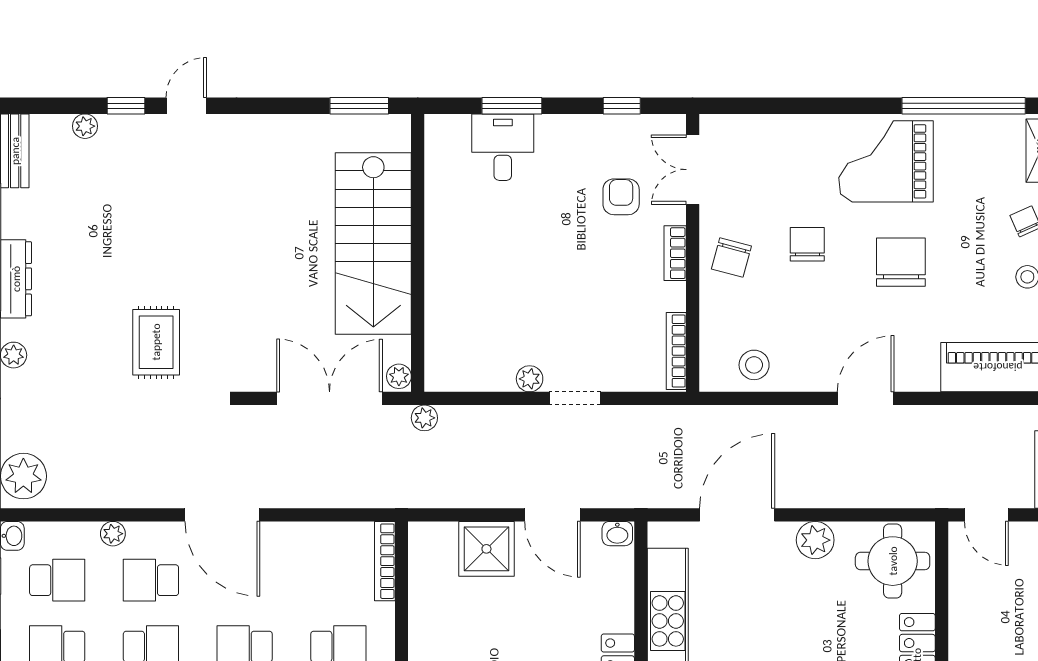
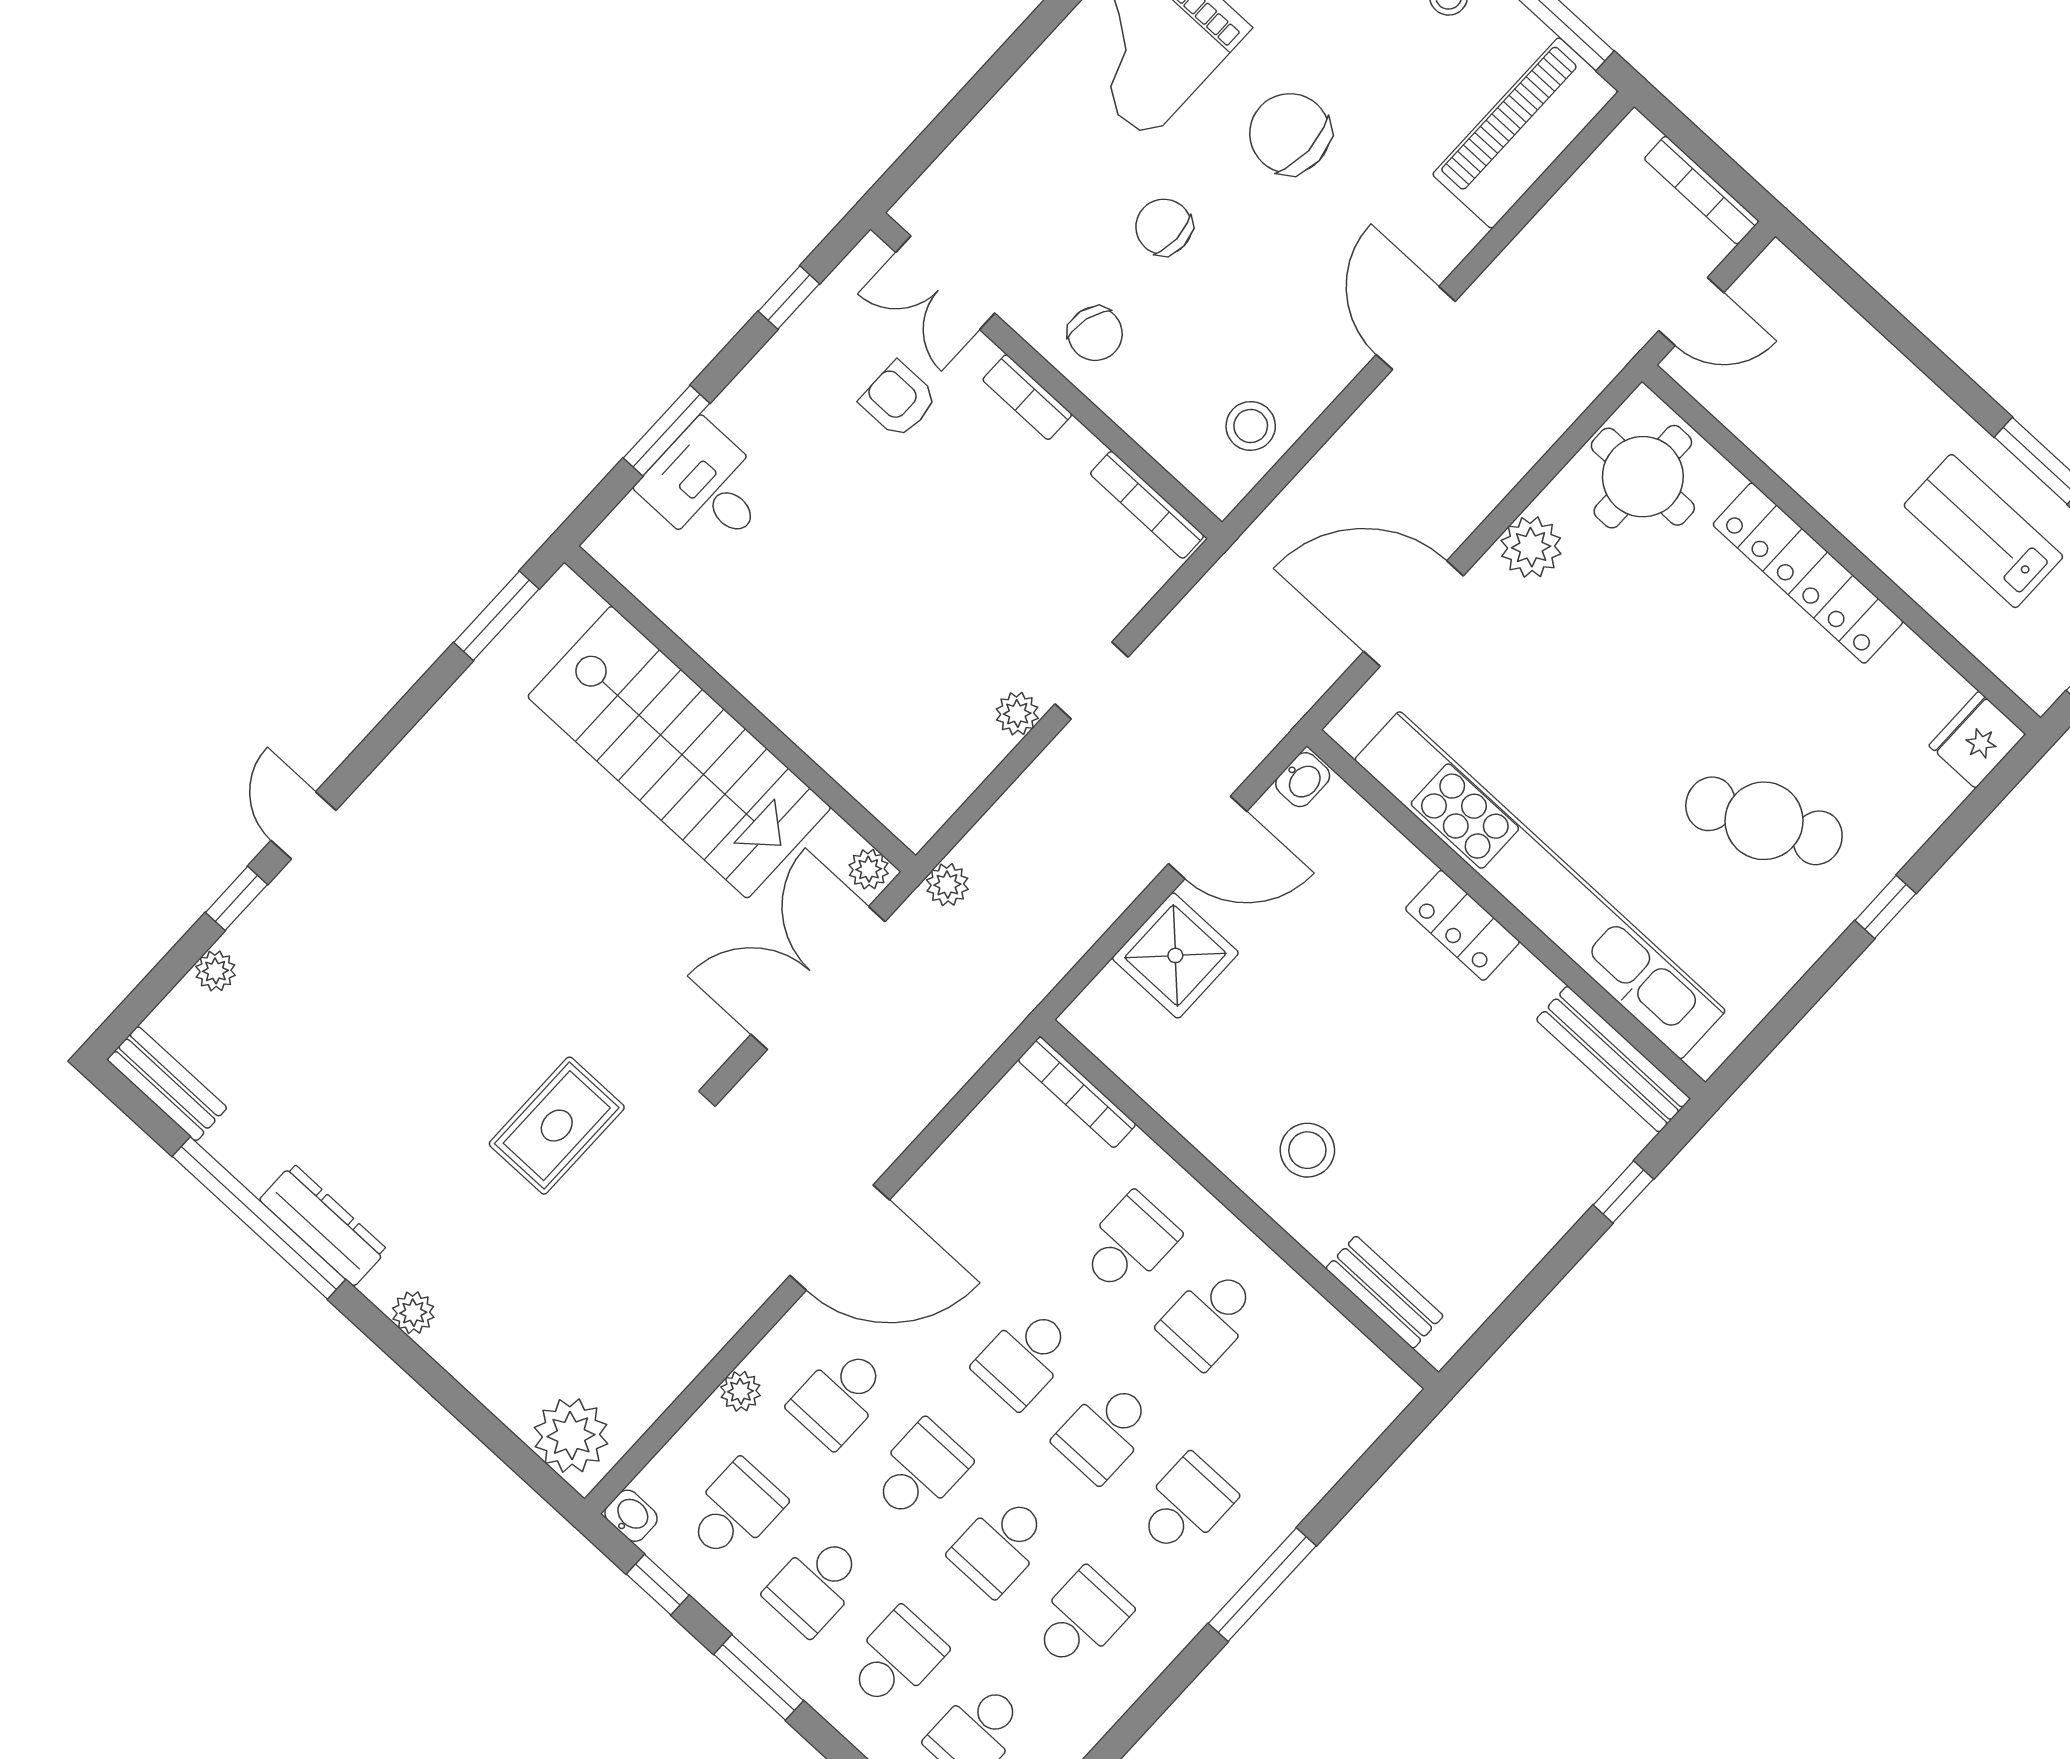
rug: (156, 342) -> (557, 1126), turned 90
door: (737, 515) -> (1414, 614), hinge flipped

